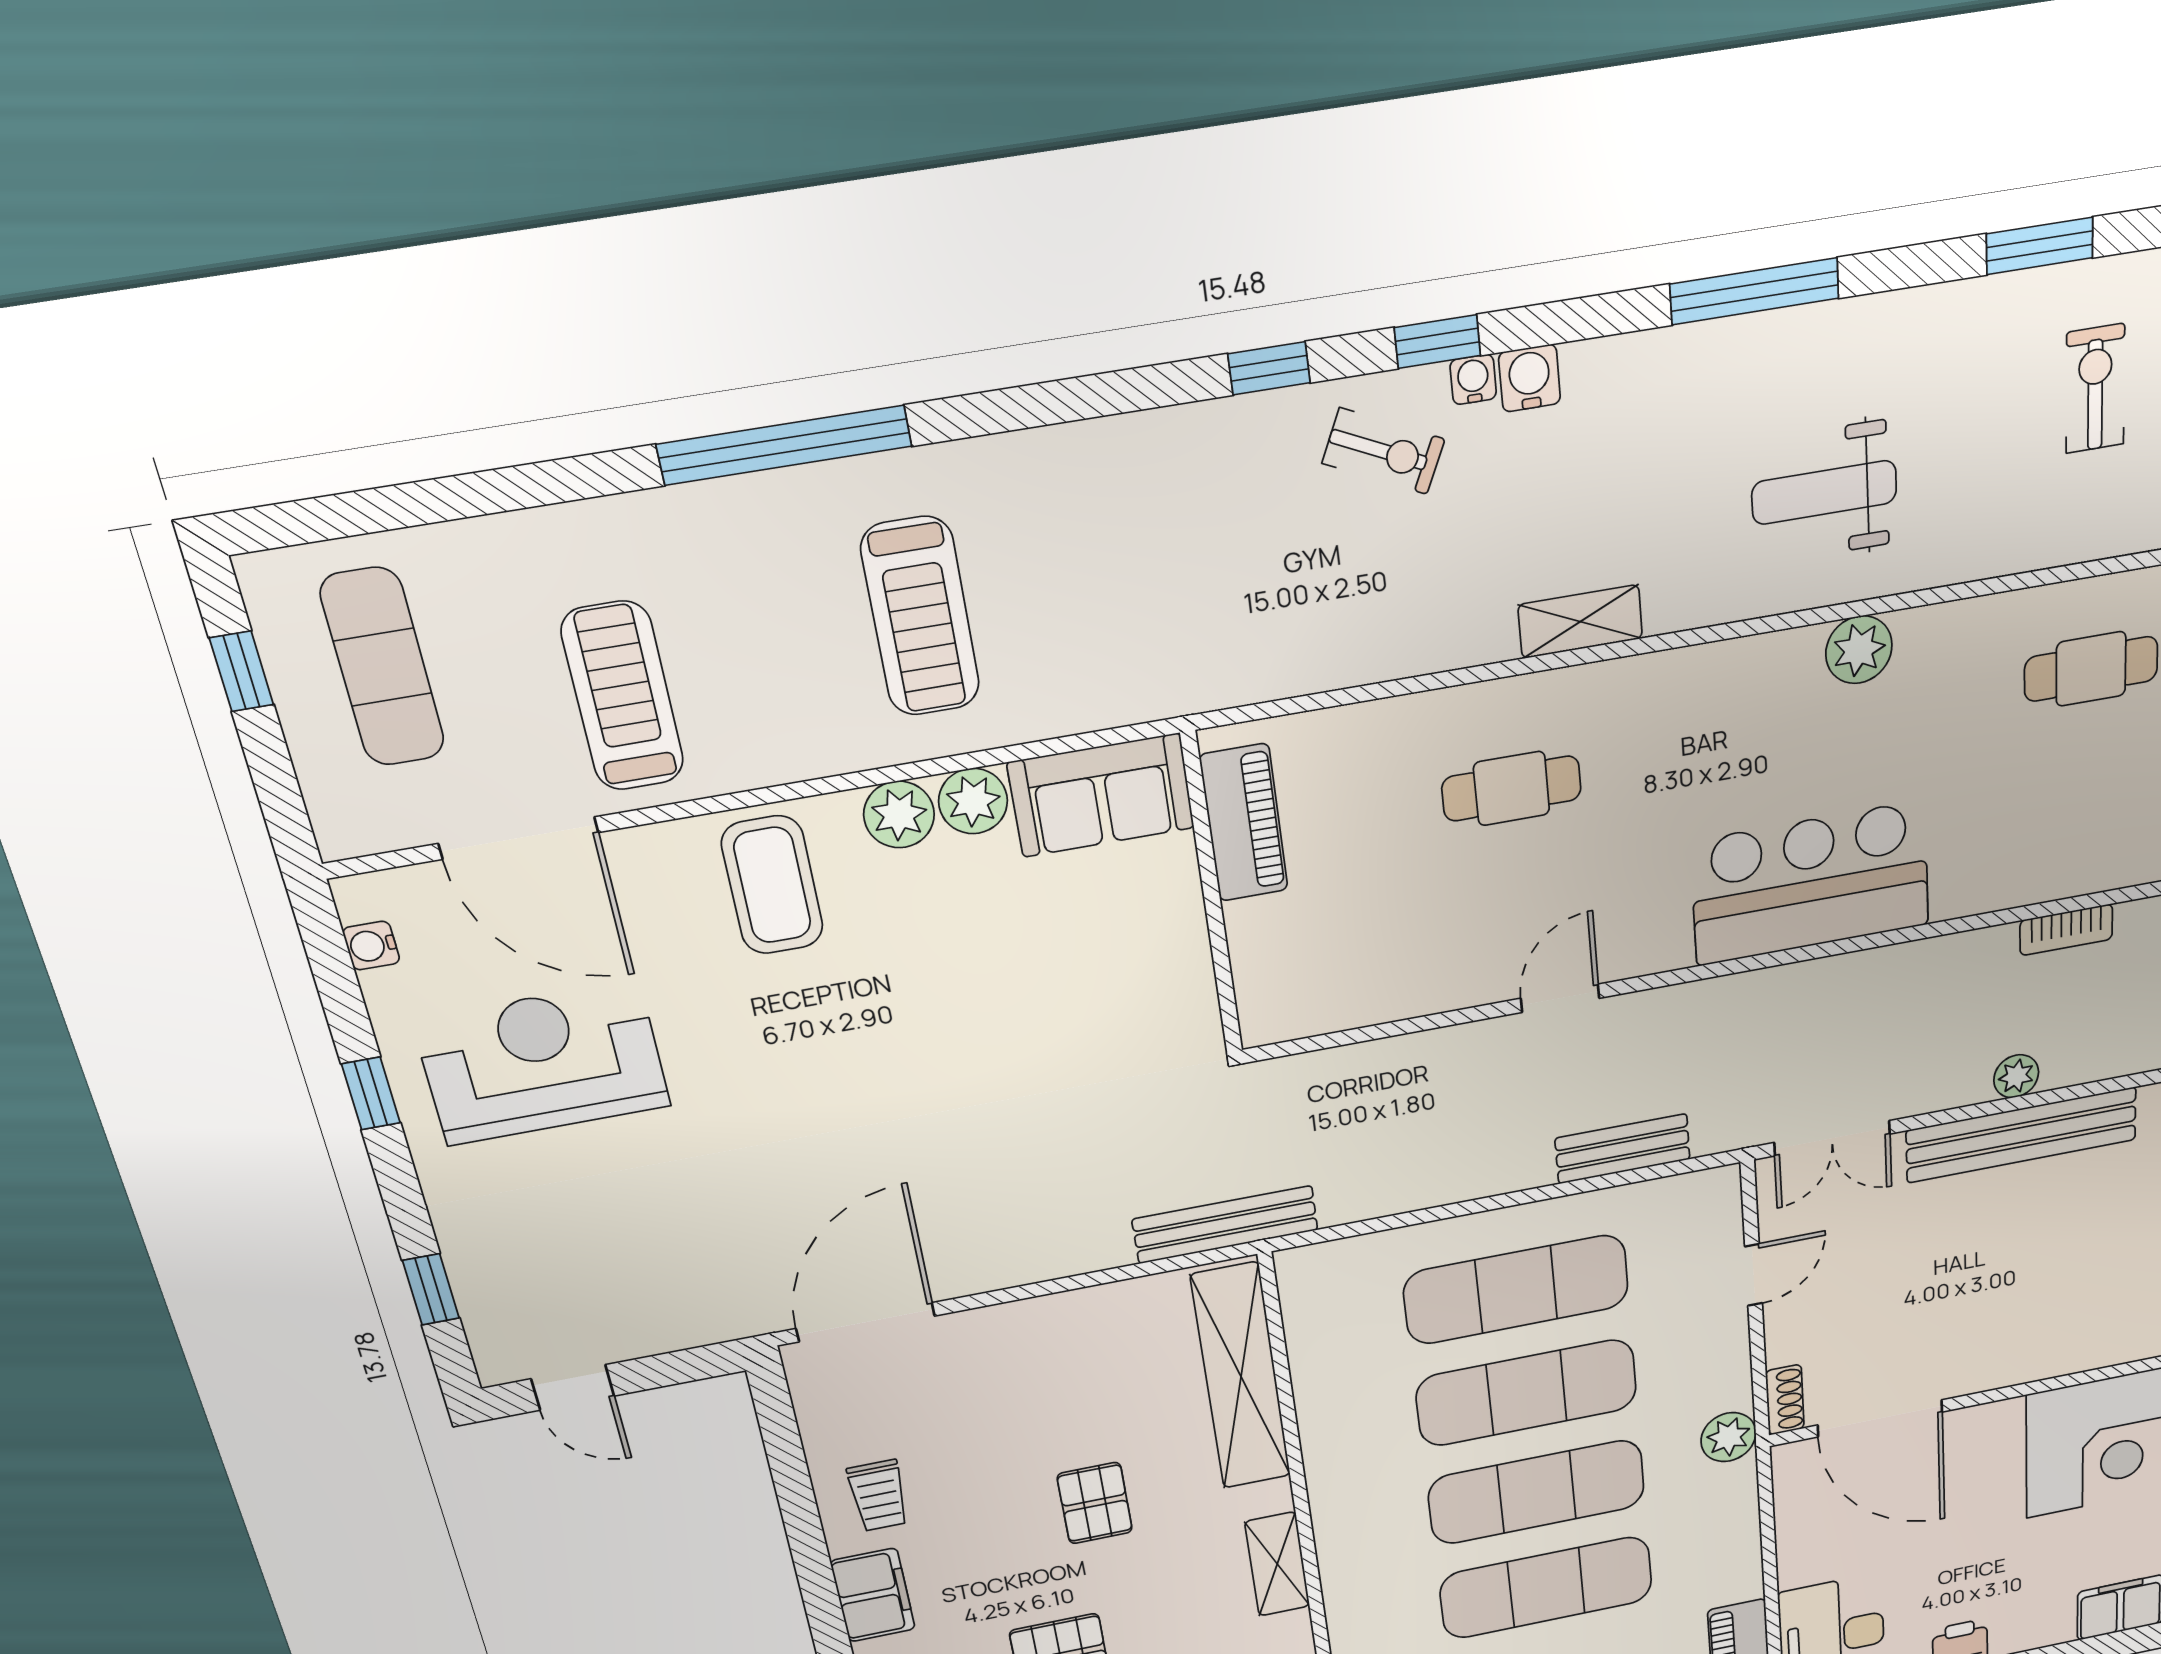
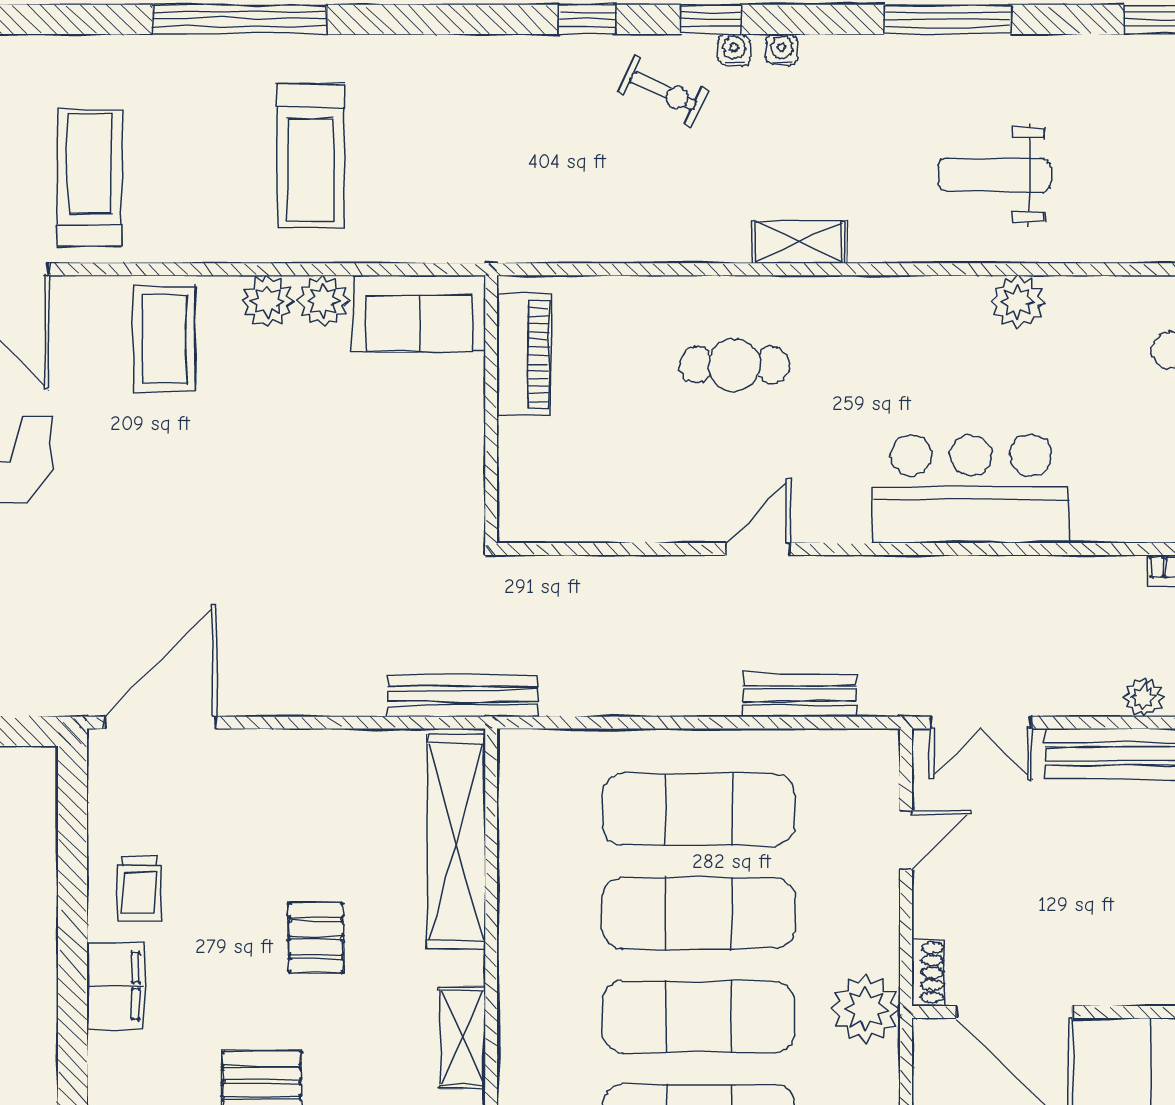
water cooler: (1530, 378) -> (782, 50), width x0.72, depth x0.72
plant: (1728, 1437) -> (866, 1009), width x1.36, depth x1.36

